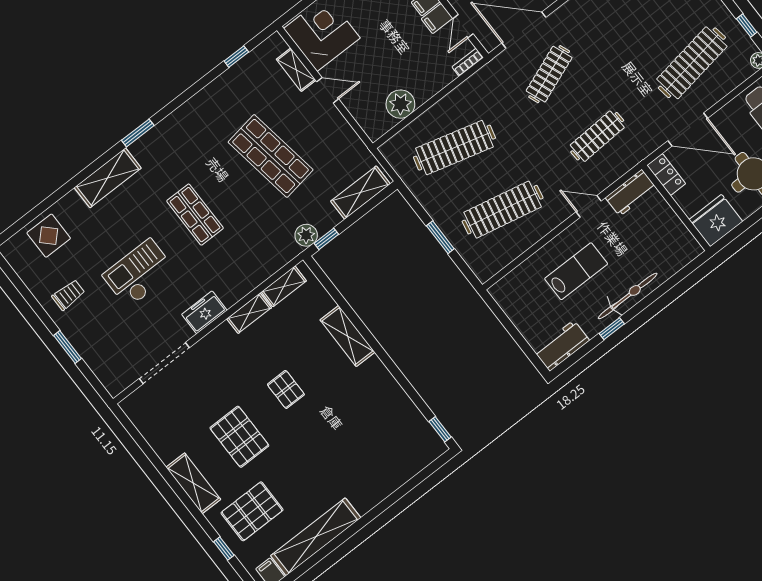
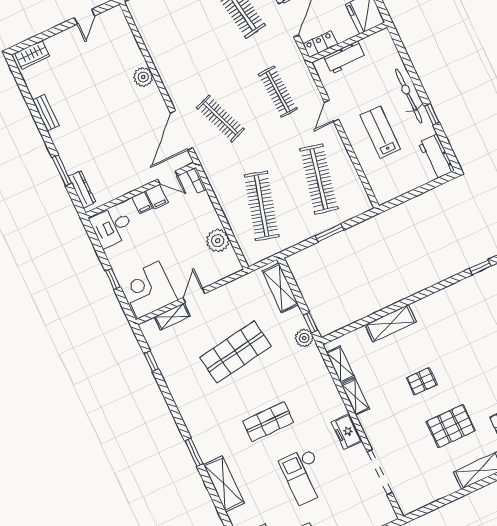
workbench: (631, 193) -> (345, 57), moved, turned 90

